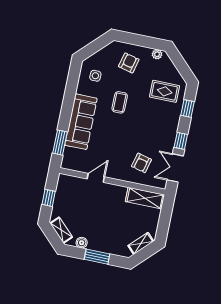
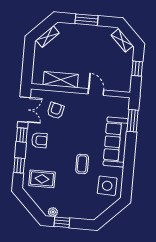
window: (149, 42) -> (62, 222), added
armchair: (129, 63) -> (39, 140), moved, turned -104
side table: (95, 76) -> (107, 186), width x1.87, depth x1.87
door: (96, 178) -> (96, 92), swing flipped
shelving: (145, 198) -> (61, 80), moved
boiler: (82, 243) -> (102, 31), removed

